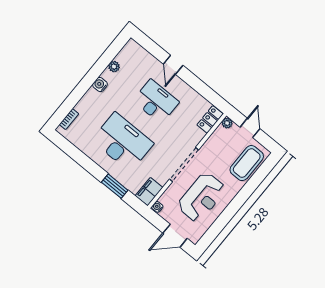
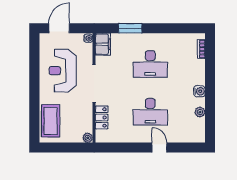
locker: (210, 119) -> (102, 117), moved
door: (250, 128) -> (69, 148), removed
desk: (123, 142) -> (150, 64), width x0.73, depth x0.77

